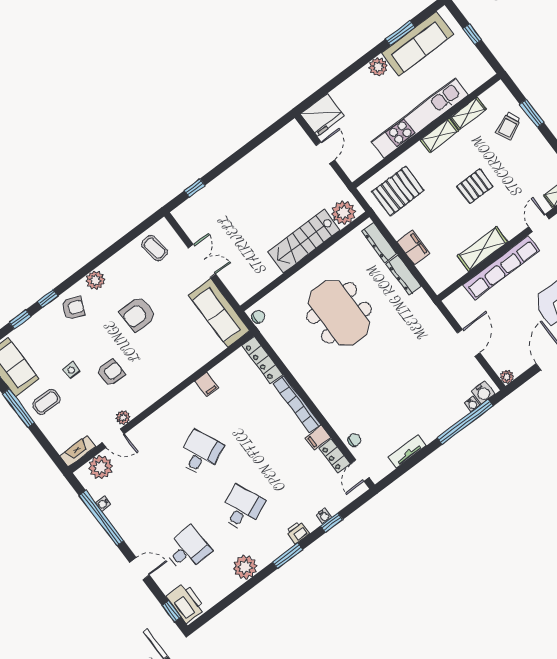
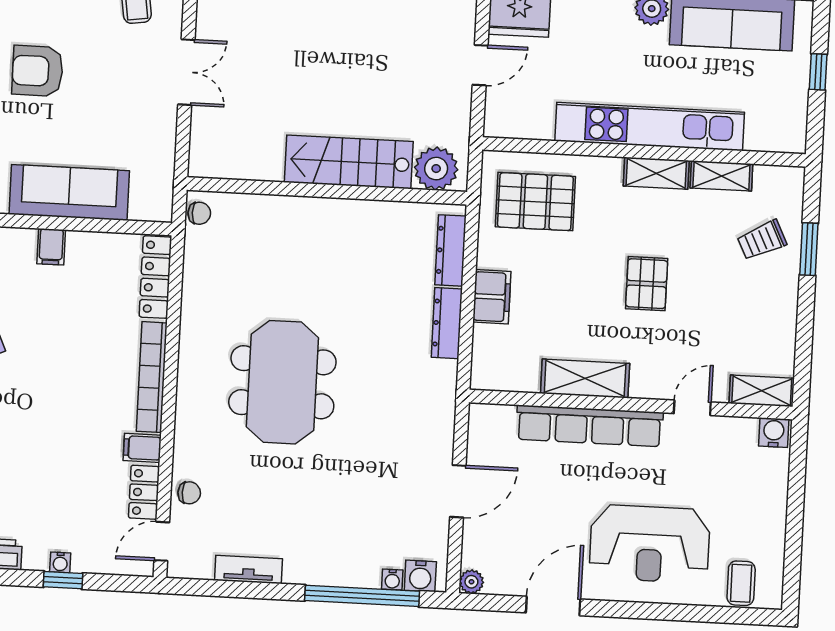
pallet: (475, 186) -> (647, 284), turned 90
sofa: (219, 313) -> (69, 192), moved, turned 90
meeting table: (339, 313) -> (282, 382), moved

